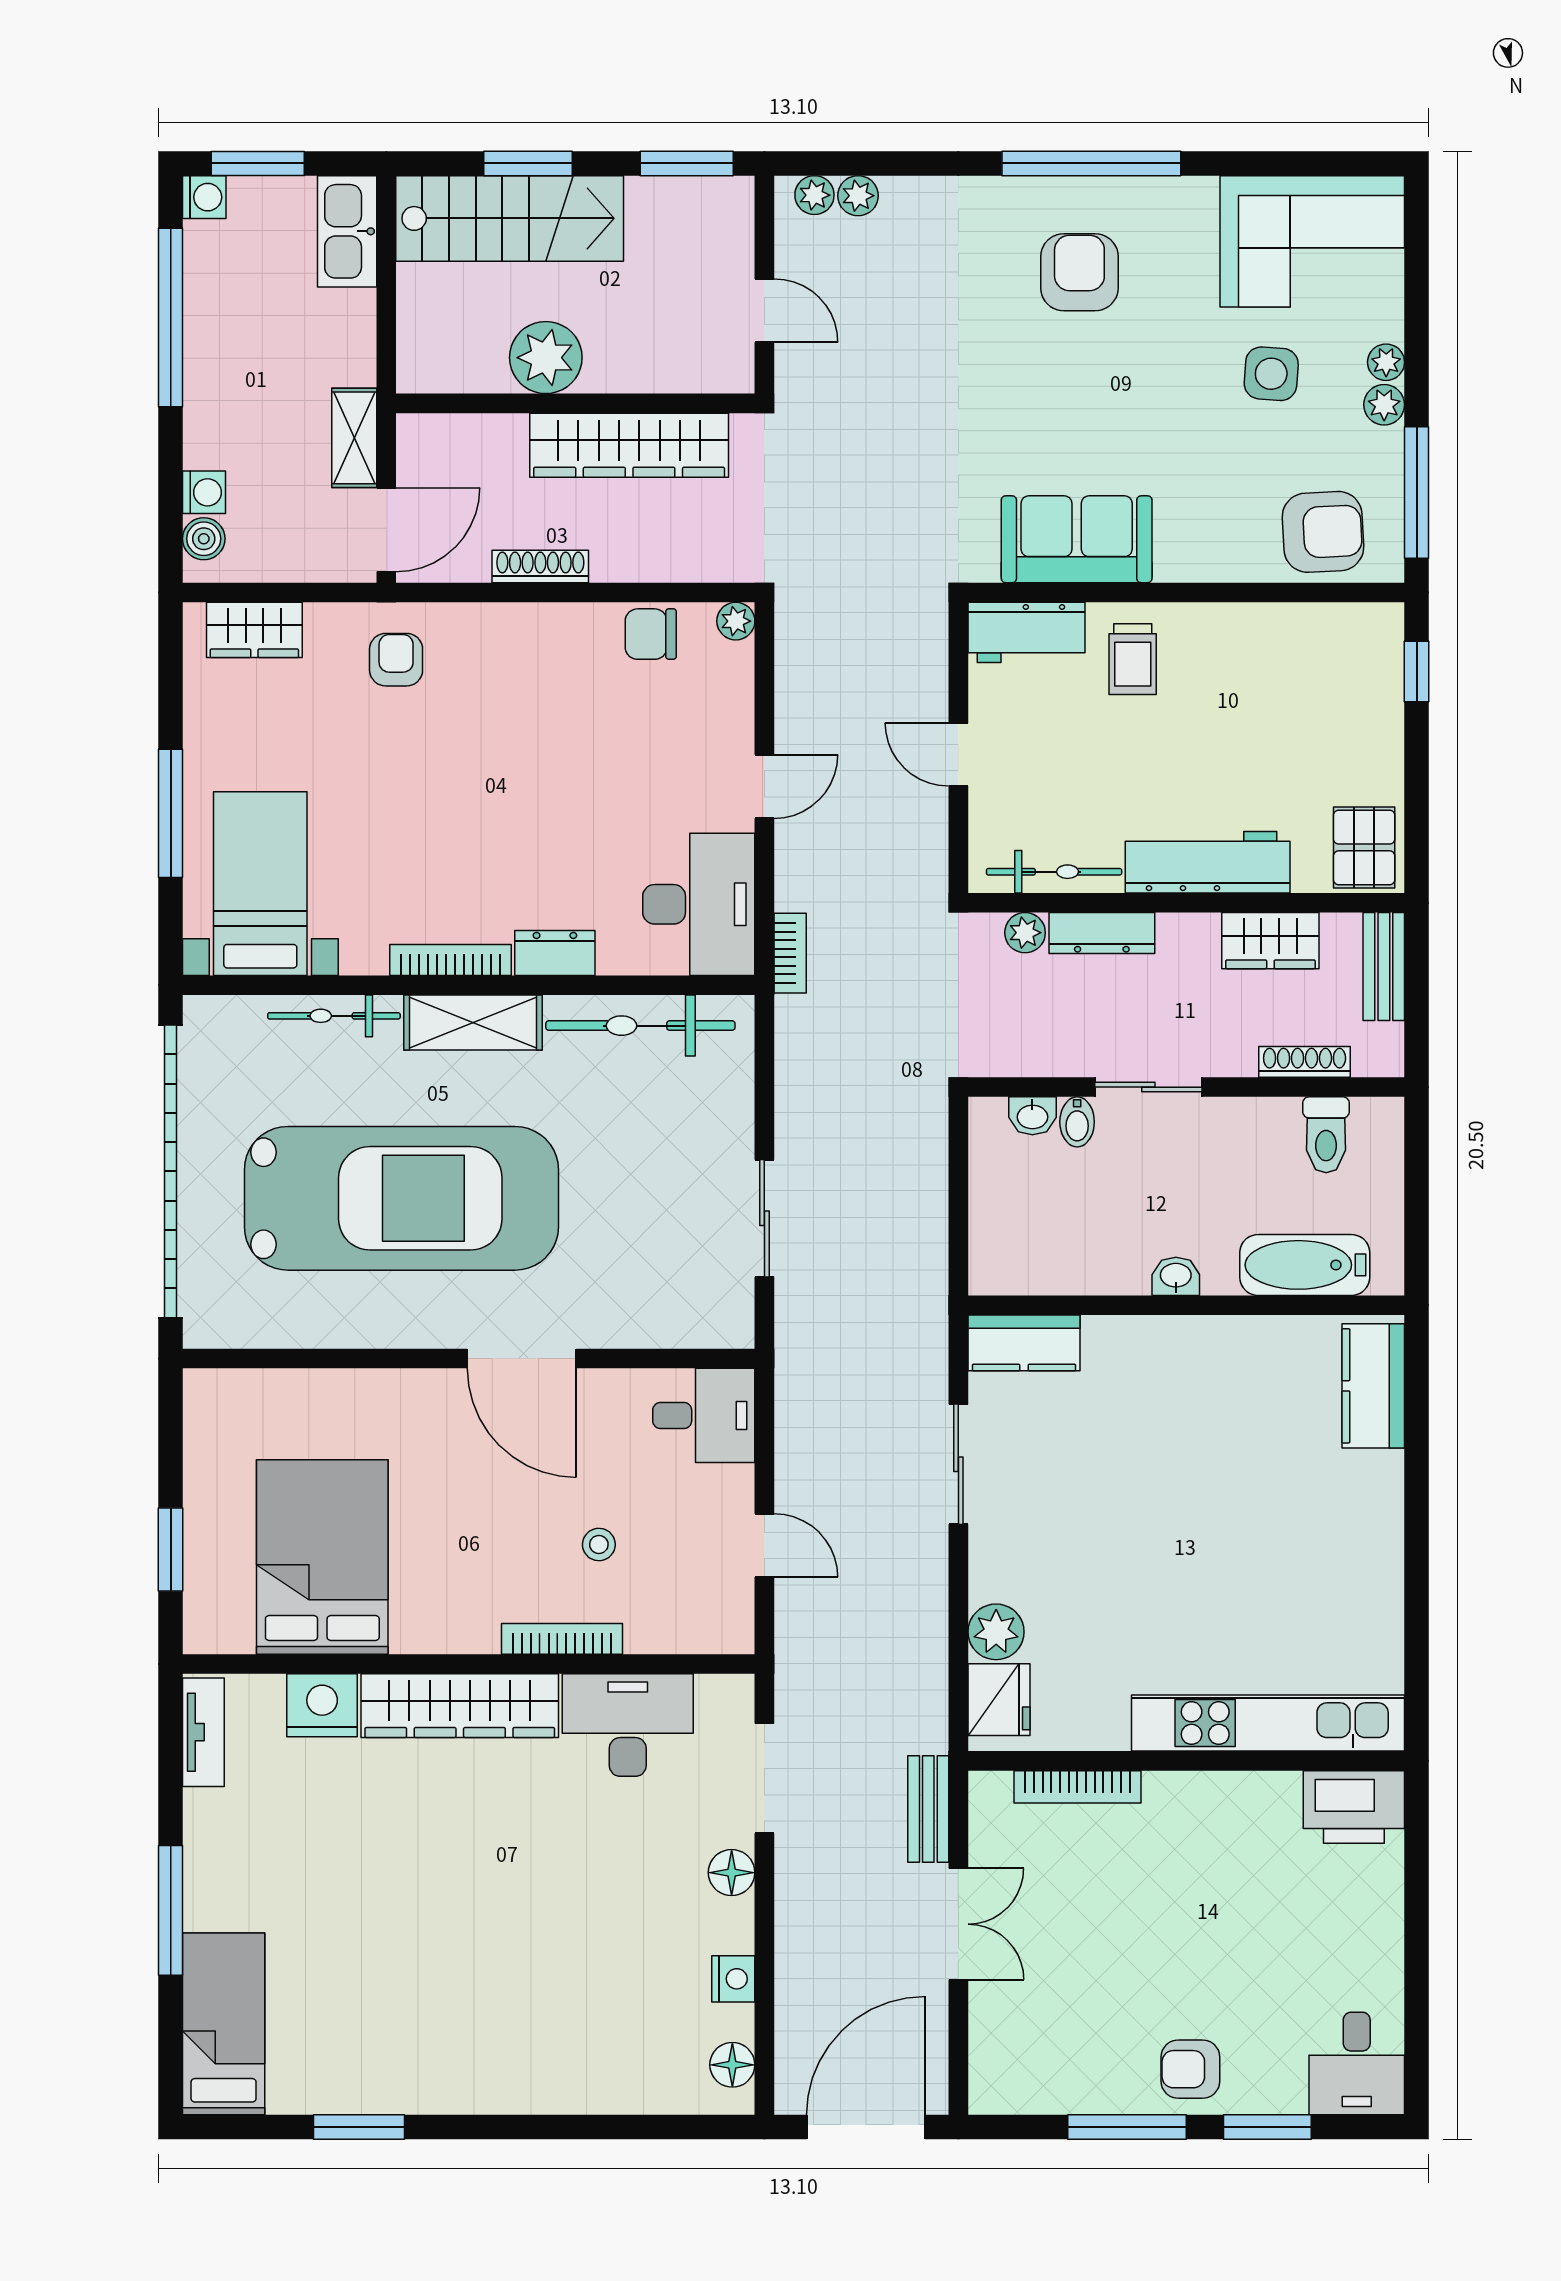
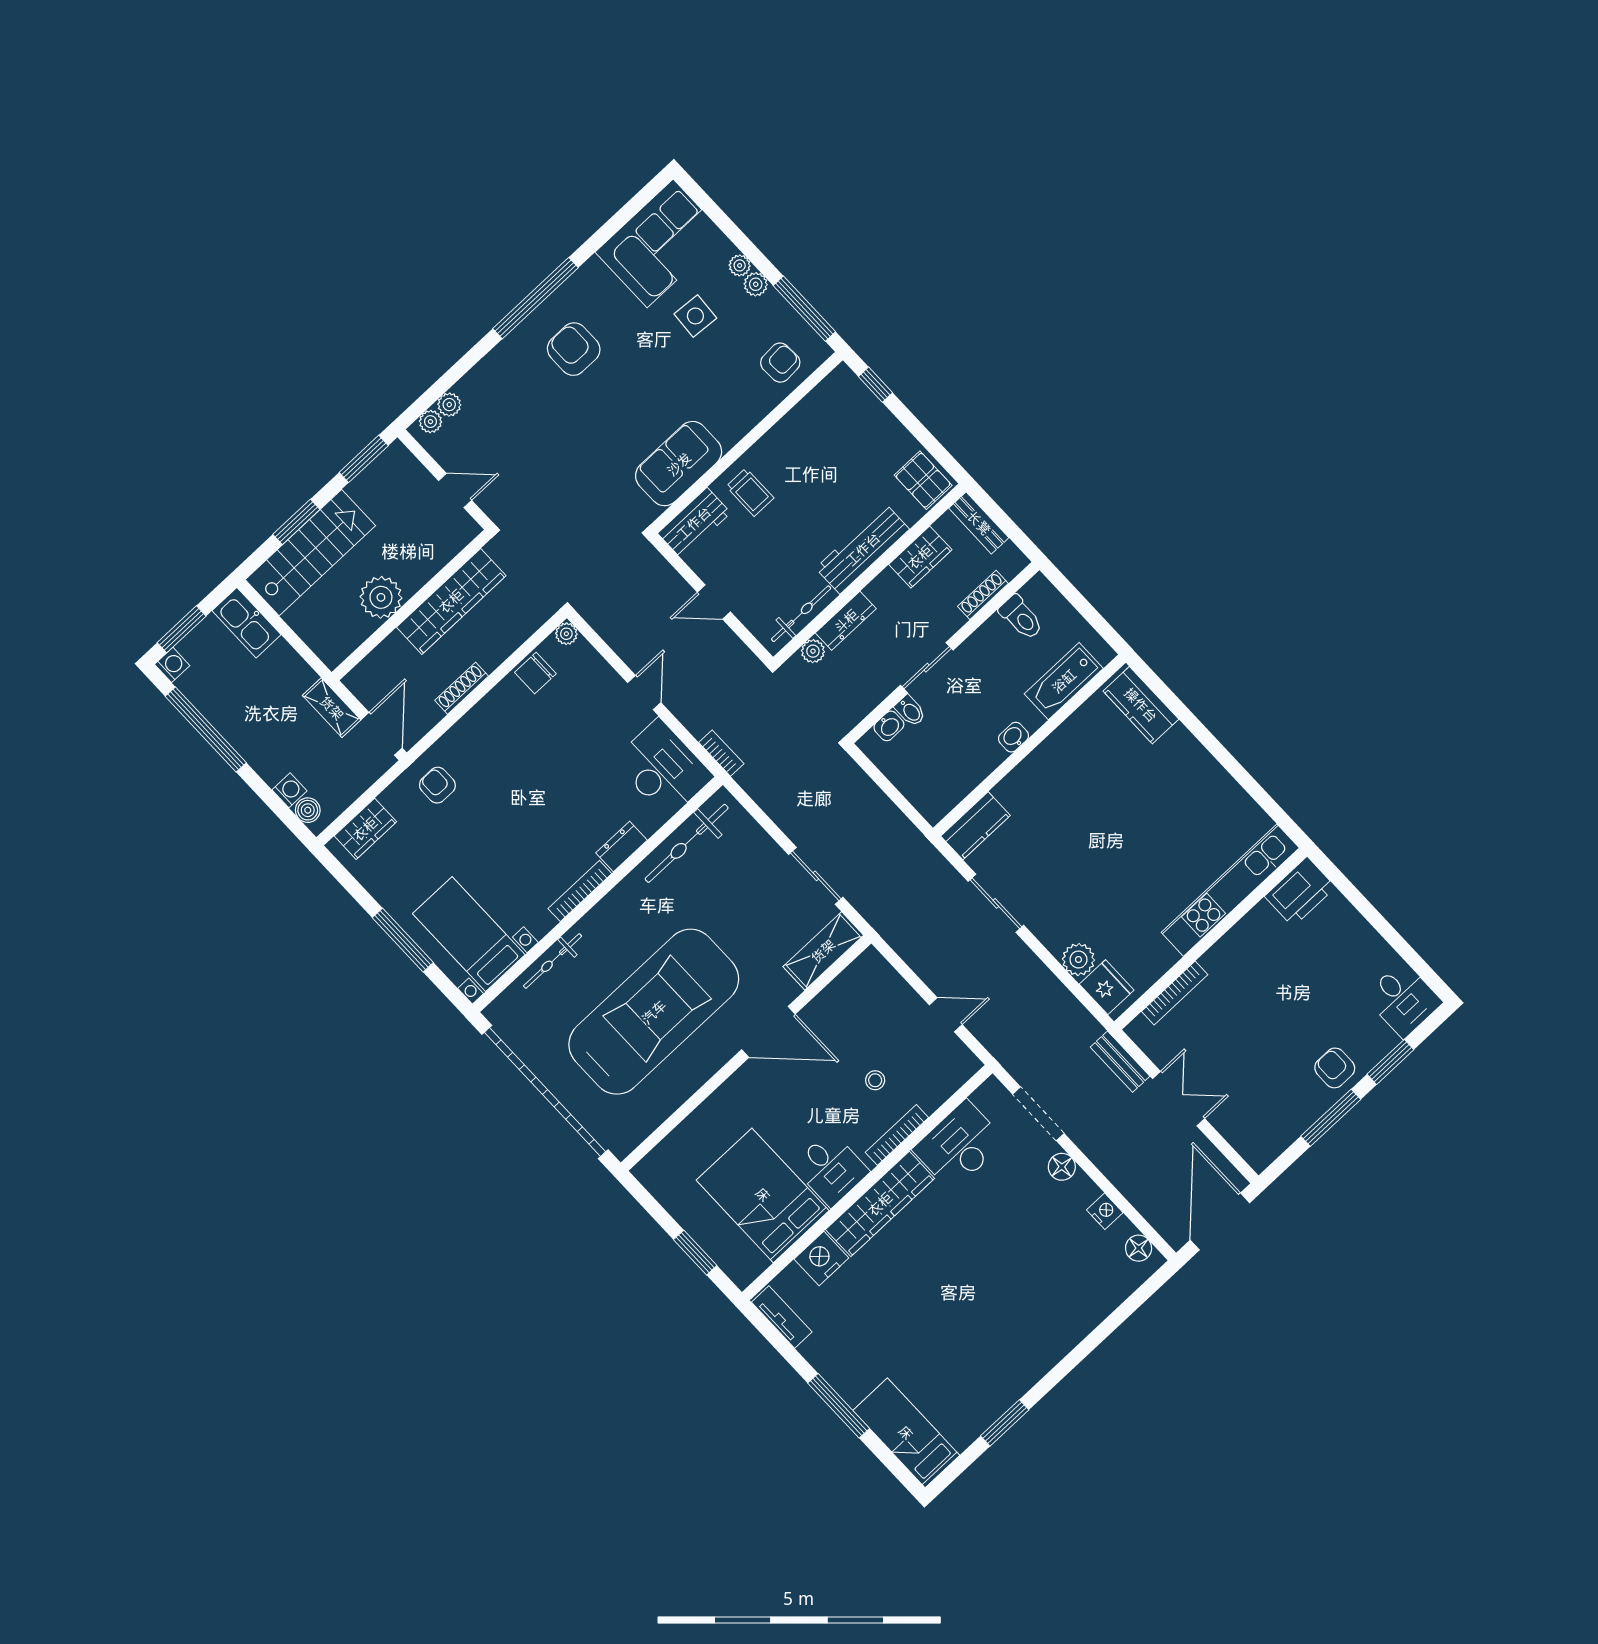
armchair: (1323, 532) -> (780, 363), width x0.72, depth x0.72
shelving: (473, 1023) -> (823, 951), moved
desk: (704, 1415) -> (831, 1169), moved, turned 90
armchair: (1190, 2069) -> (1335, 1068), turned 90

